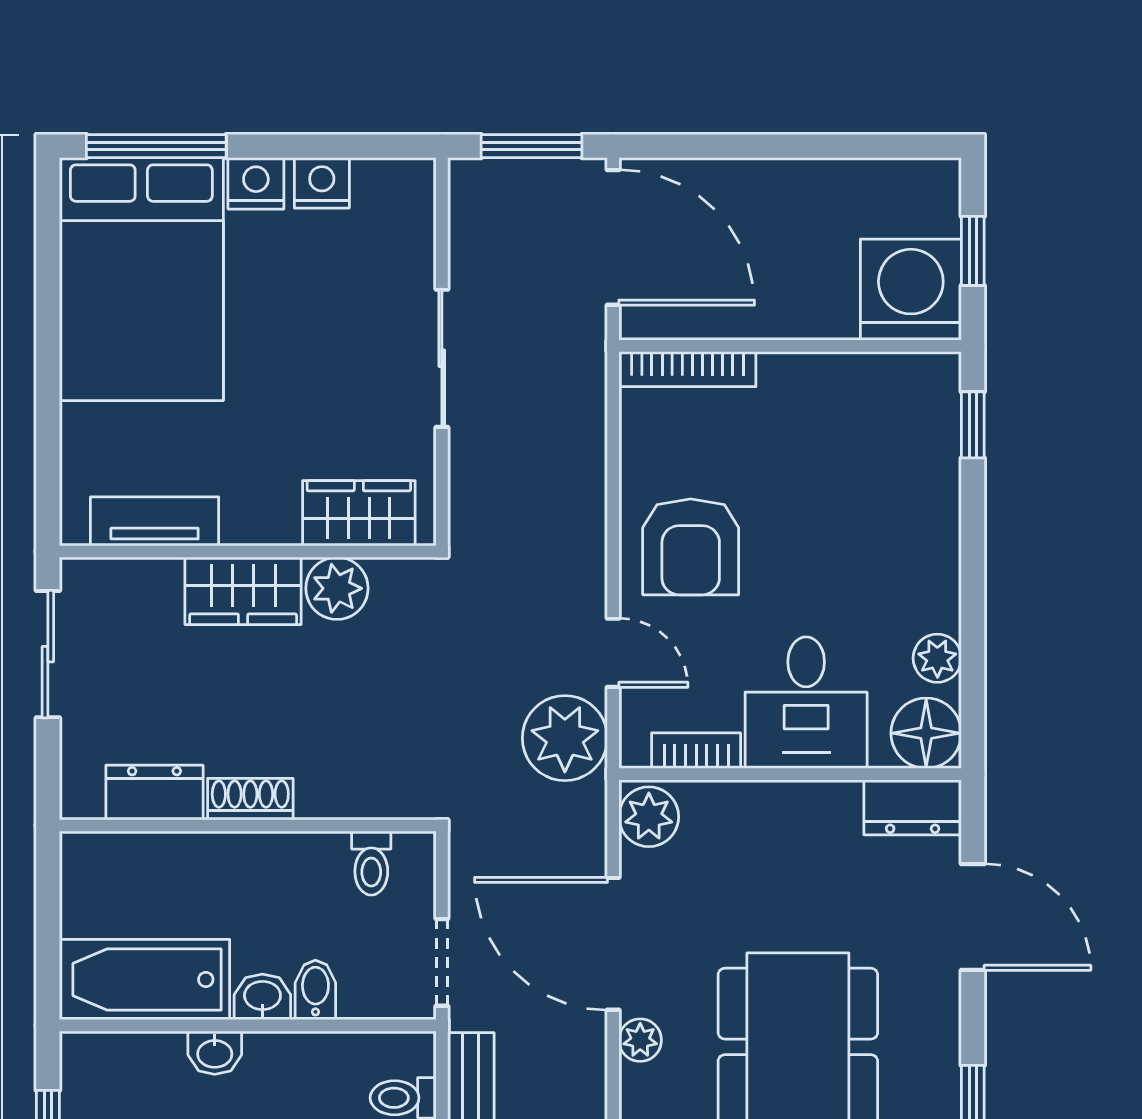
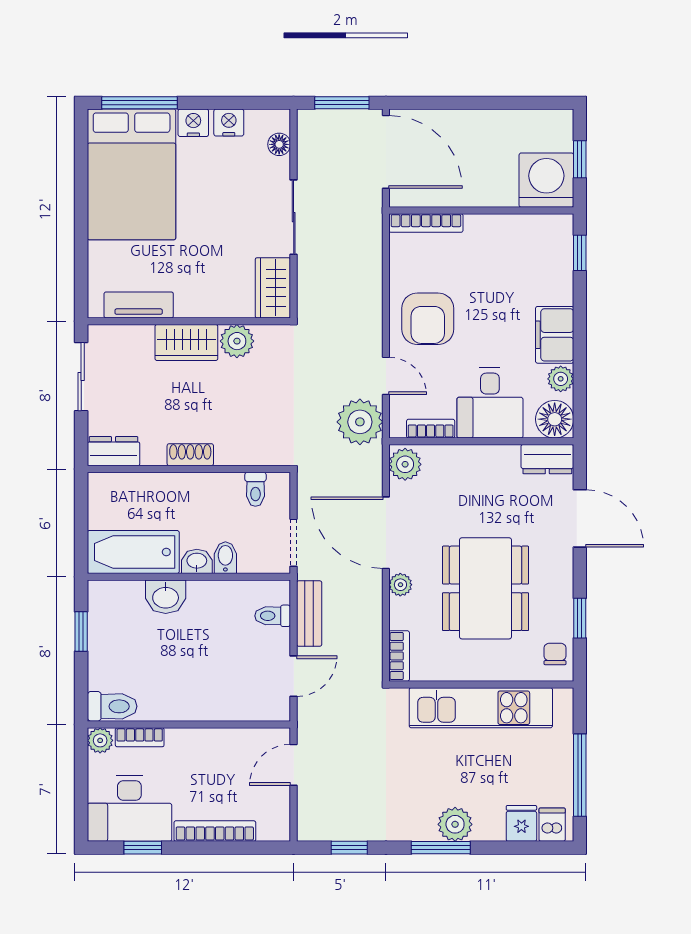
floor lamp: (415, 223) -> (279, 144), added
wardrobe: (359, 513) -> (273, 288), moved, turned -90
filing cabinet: (926, 577) -> (555, 335), added
dresser: (154, 792) -> (113, 451), moved
washbasin: (215, 1053) -> (166, 597), width x1.38, depth x1.45

